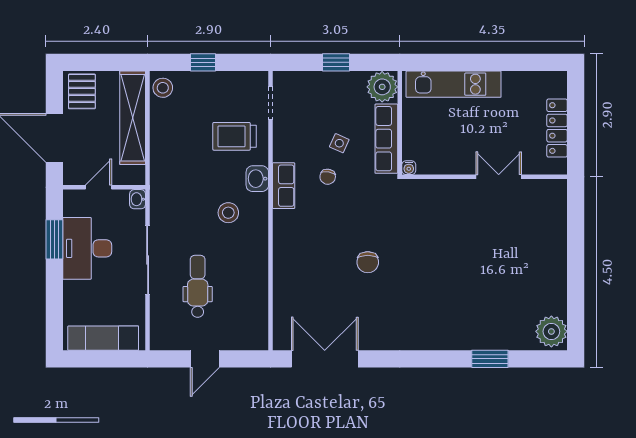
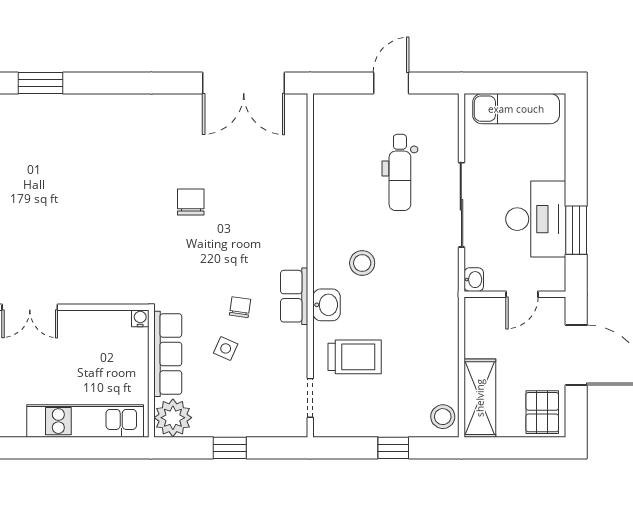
shelving: (133, 118) -> (480, 398), width x0.68

